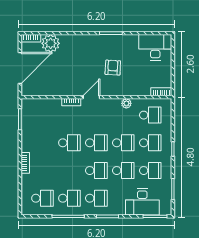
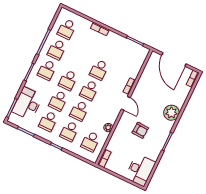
plant: (51, 43) -> (171, 113), moved

